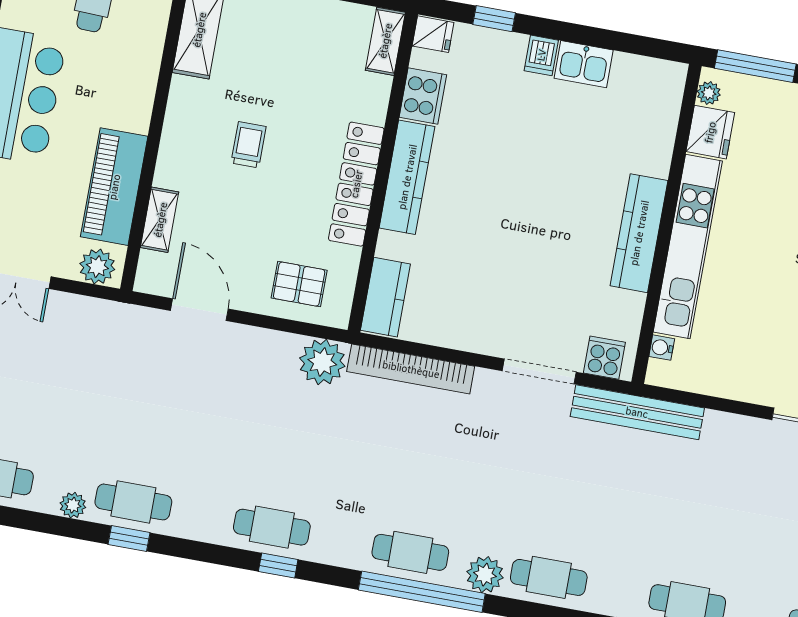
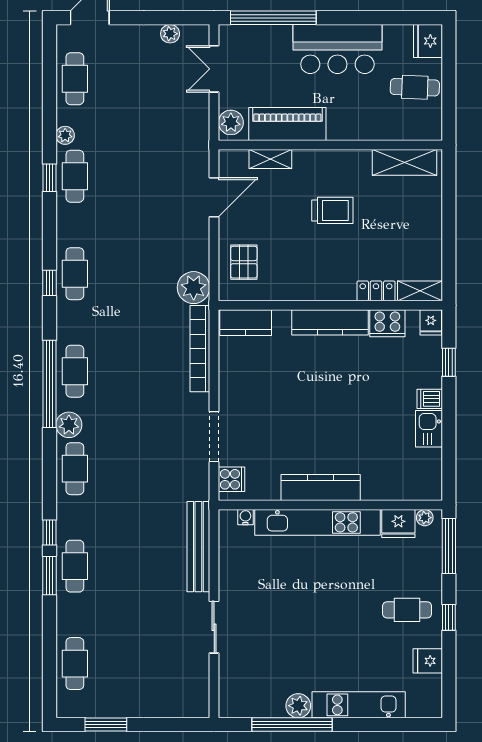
trolley: (249, 145) -> (332, 210), width x1.36, depth x1.39
locker: (356, 184) -> (376, 291), moved, width x0.46, depth x0.83
bench: (637, 412) -> (198, 547), moved

